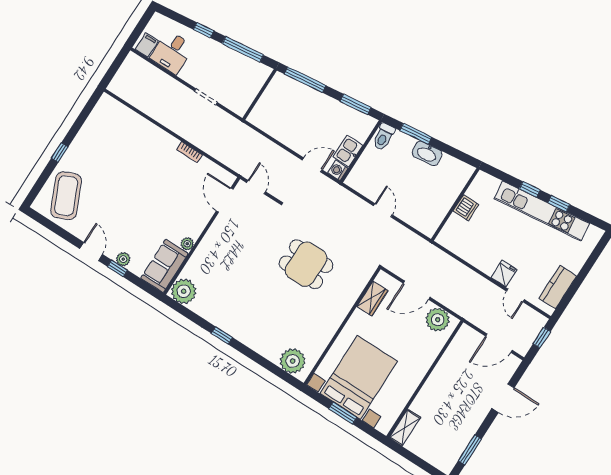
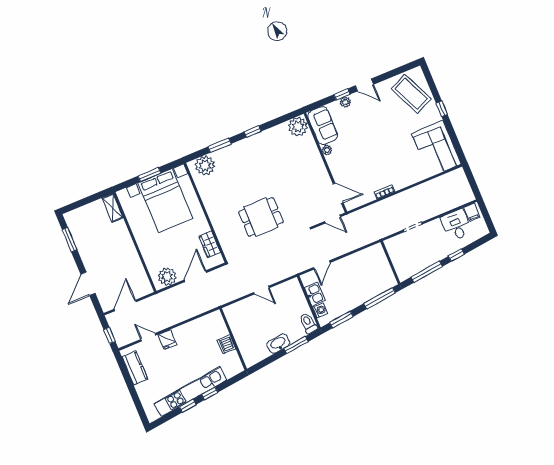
corner sofa: (106, 129) -> (436, 149), added
washing machine: (338, 170) -> (320, 310), moved
window: (261, 360) -> (220, 145), added

